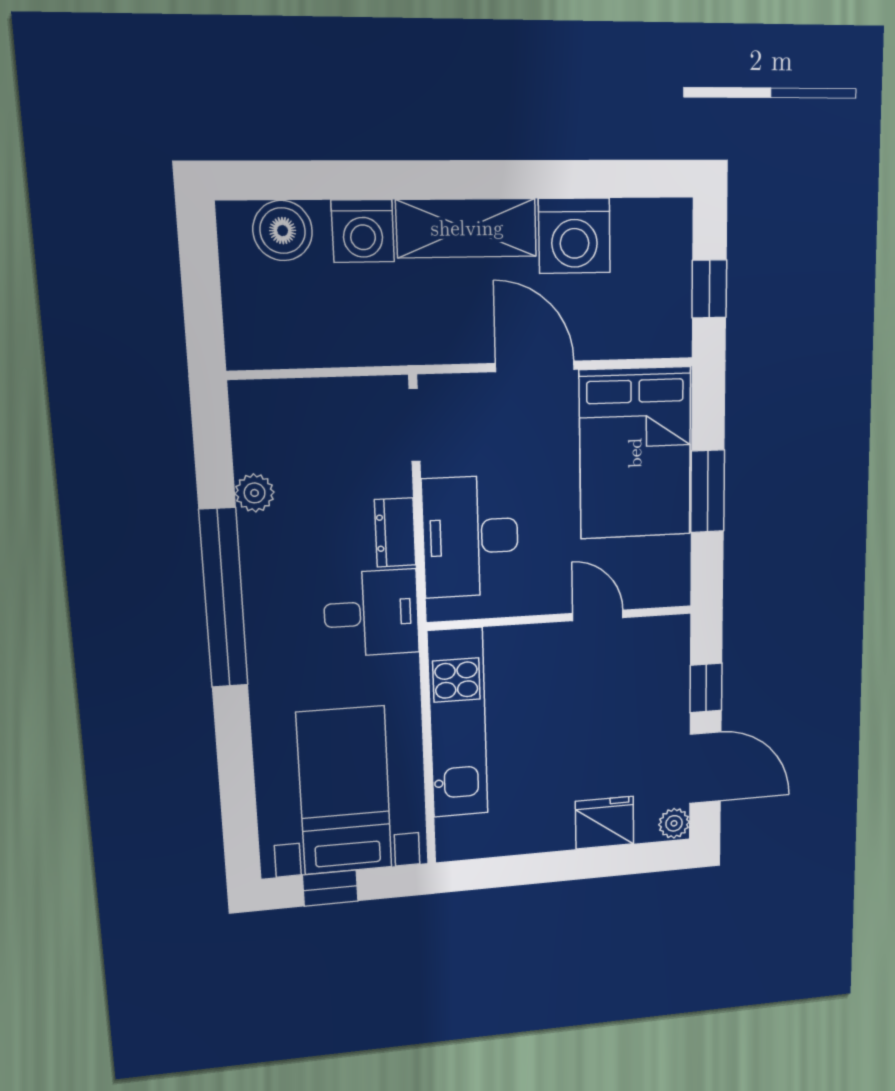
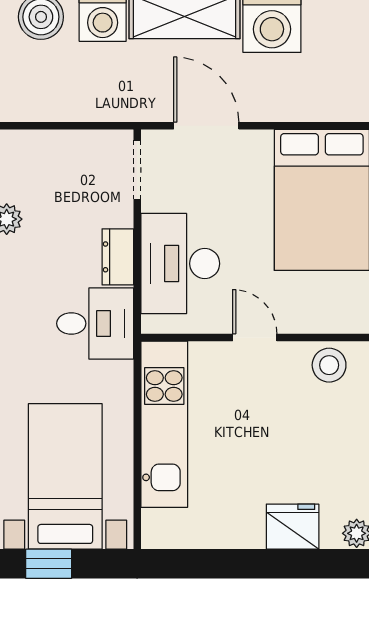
door: (535, 366) -> (206, 126), moved
door: (598, 615) -> (255, 338), moved
stool: (644, 644) -> (329, 365), added

